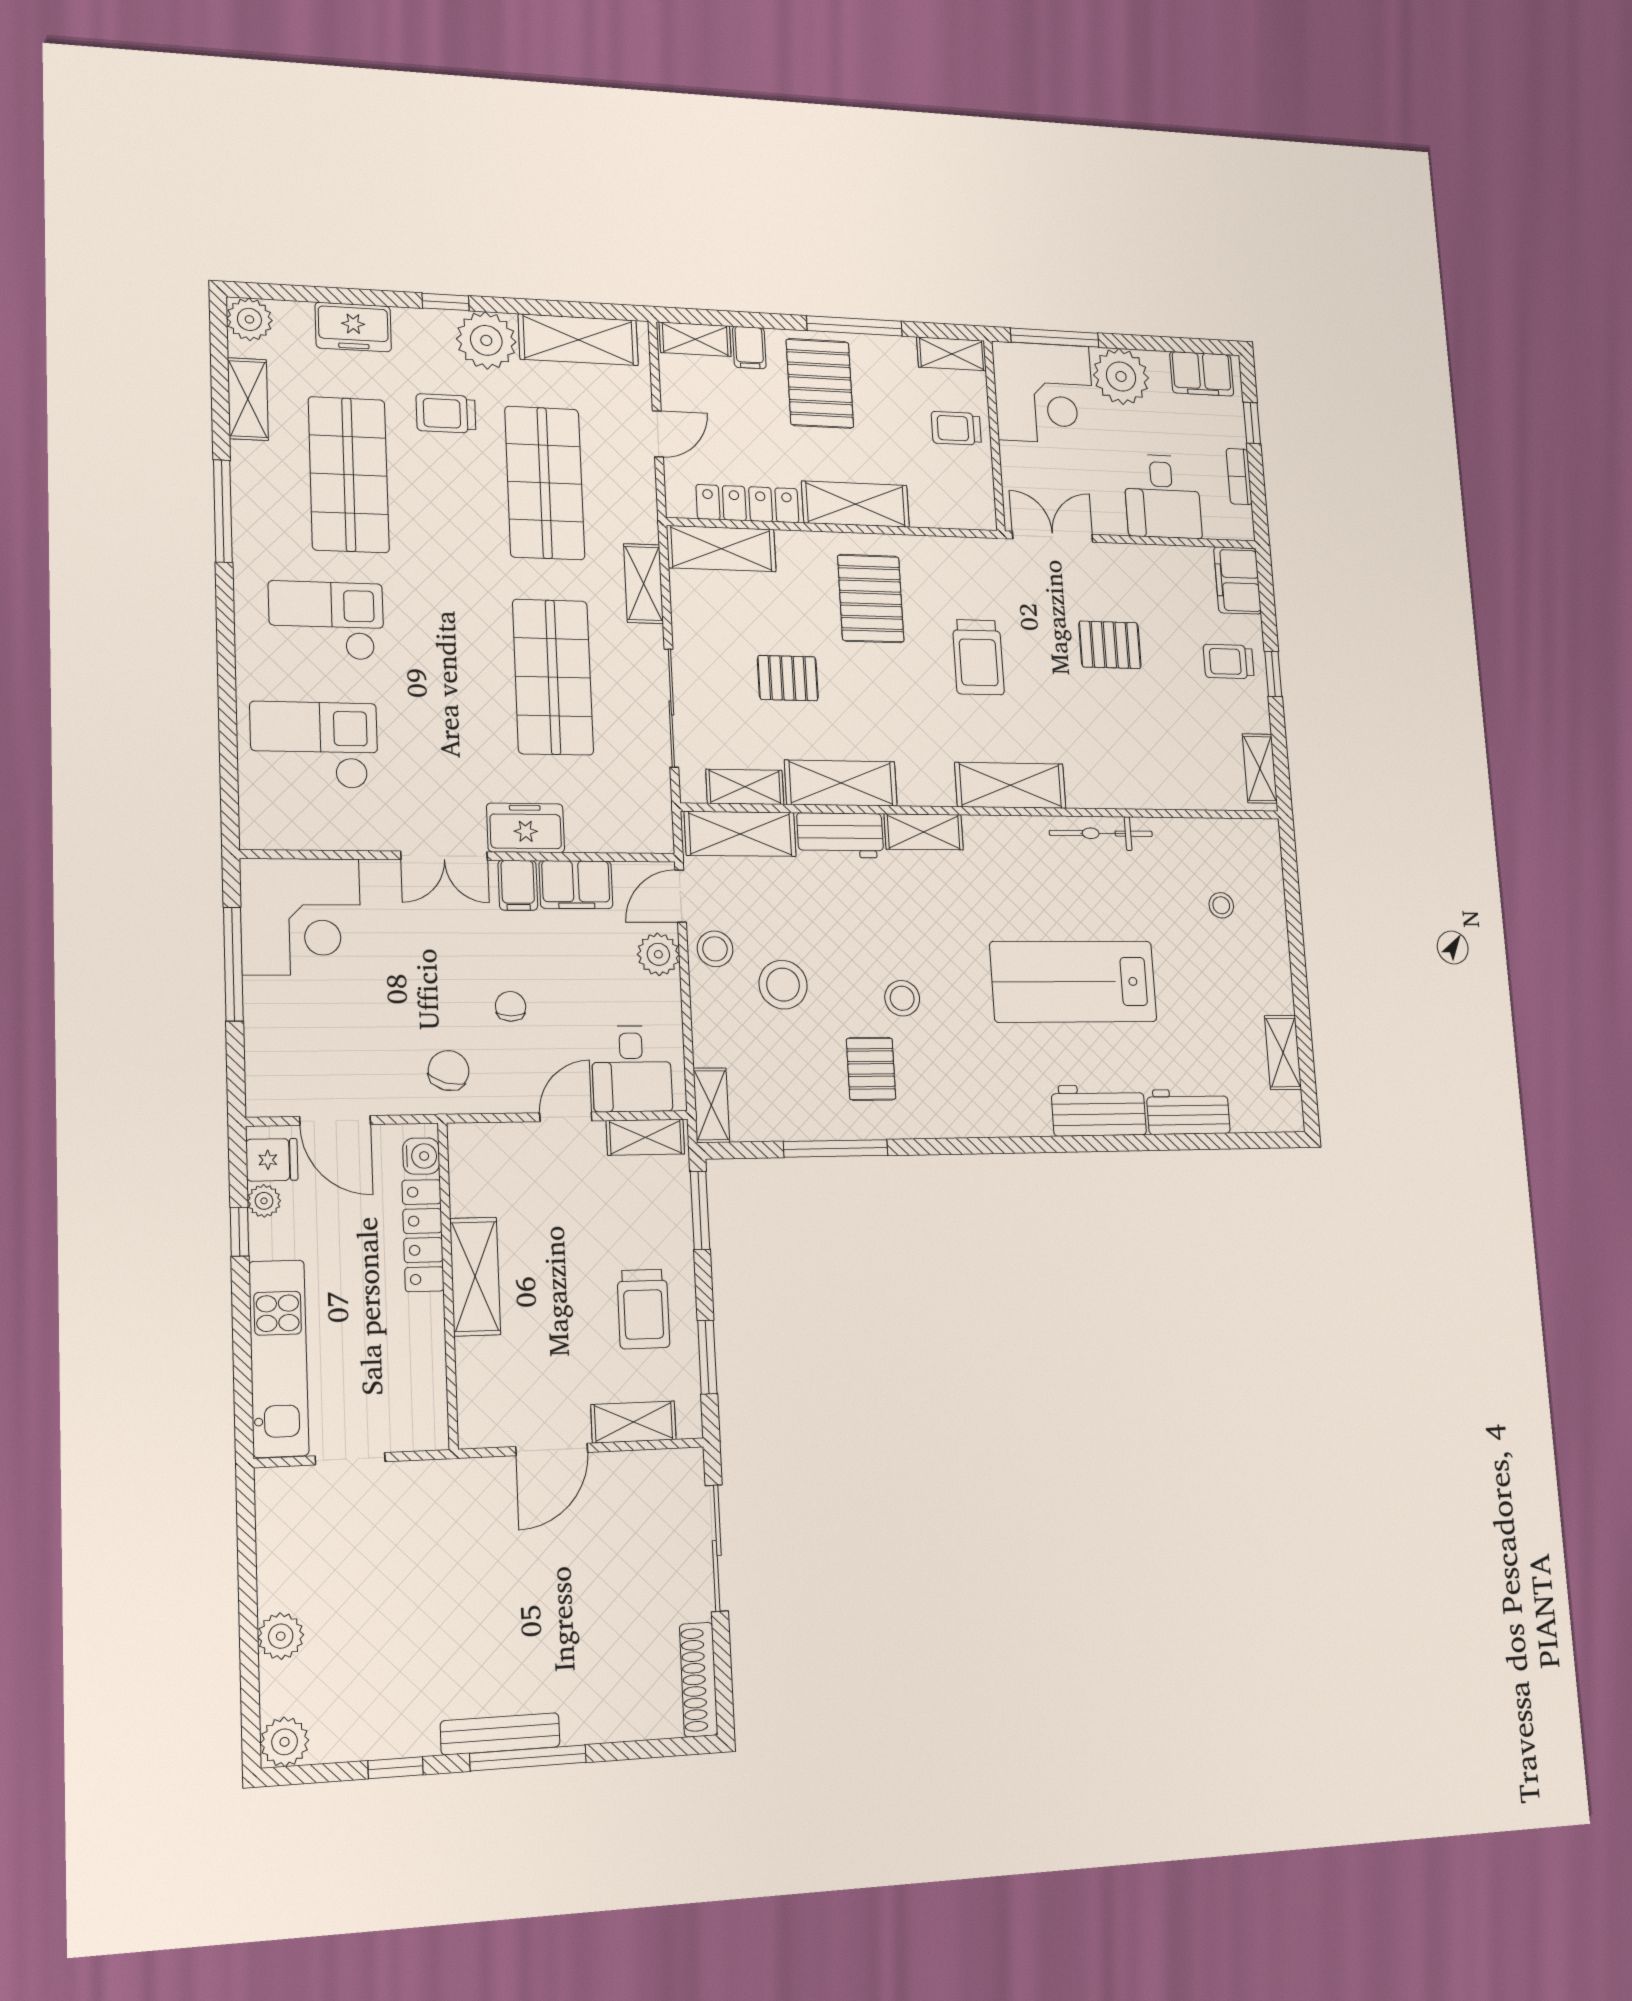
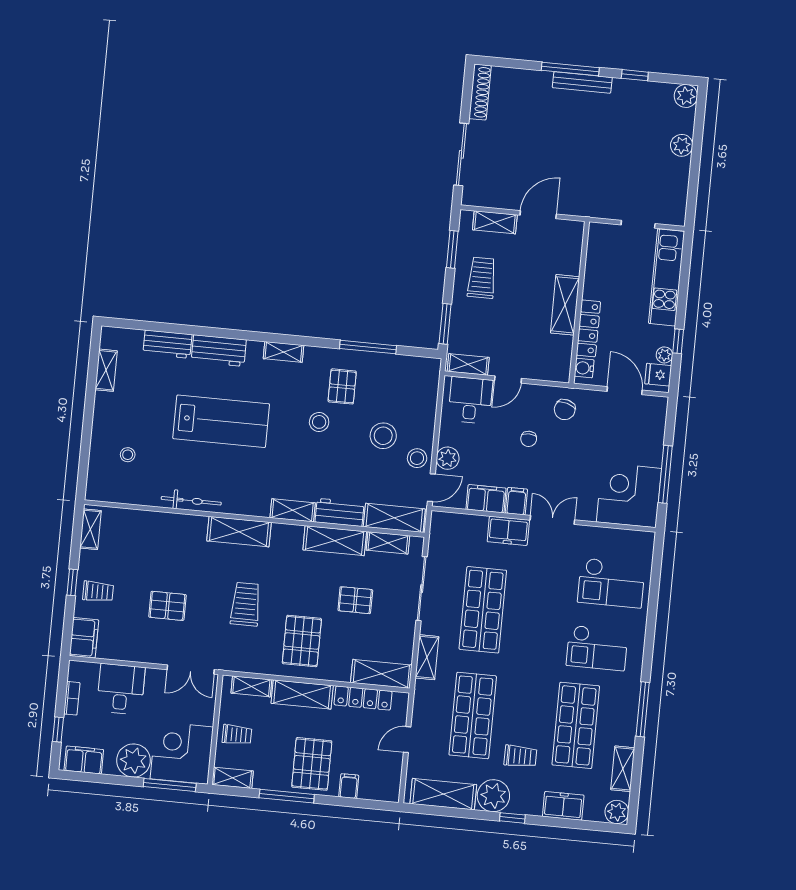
shelving: (695, 339) -> (251, 686), moved
shelving: (711, 1105) -> (283, 352), moved, turned 90

